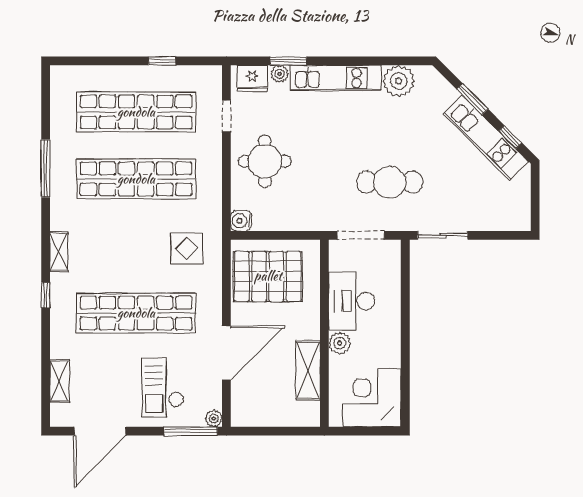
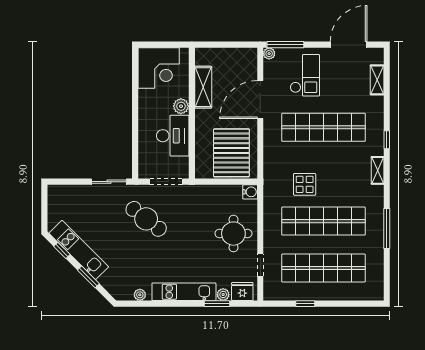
plant: (399, 81) -> (140, 295), width x0.53, depth x0.53
cafe table: (390, 182) -> (146, 219), turned 38
display table: (187, 248) -> (305, 184), moved
pallet: (268, 276) -> (231, 153), turned 90

